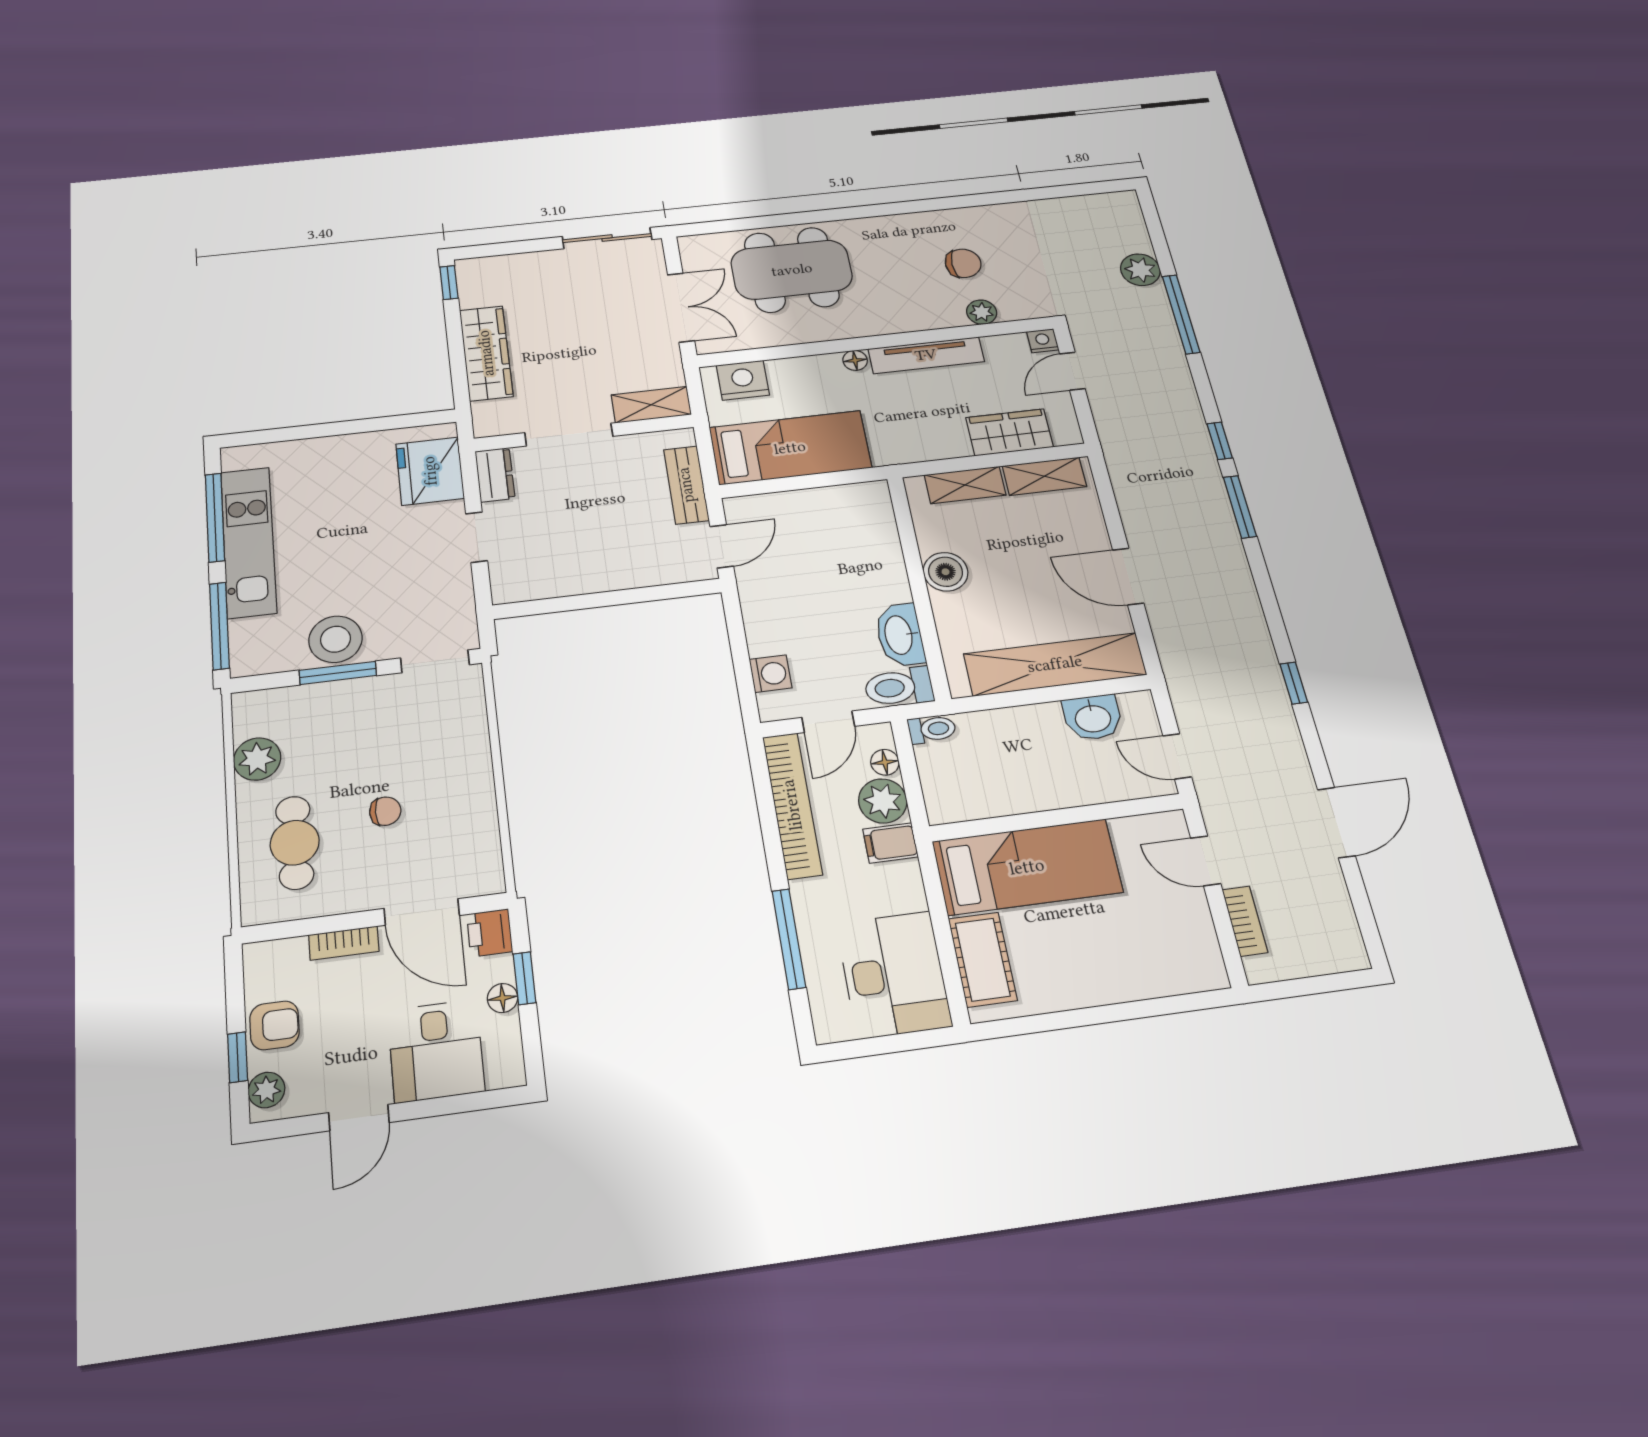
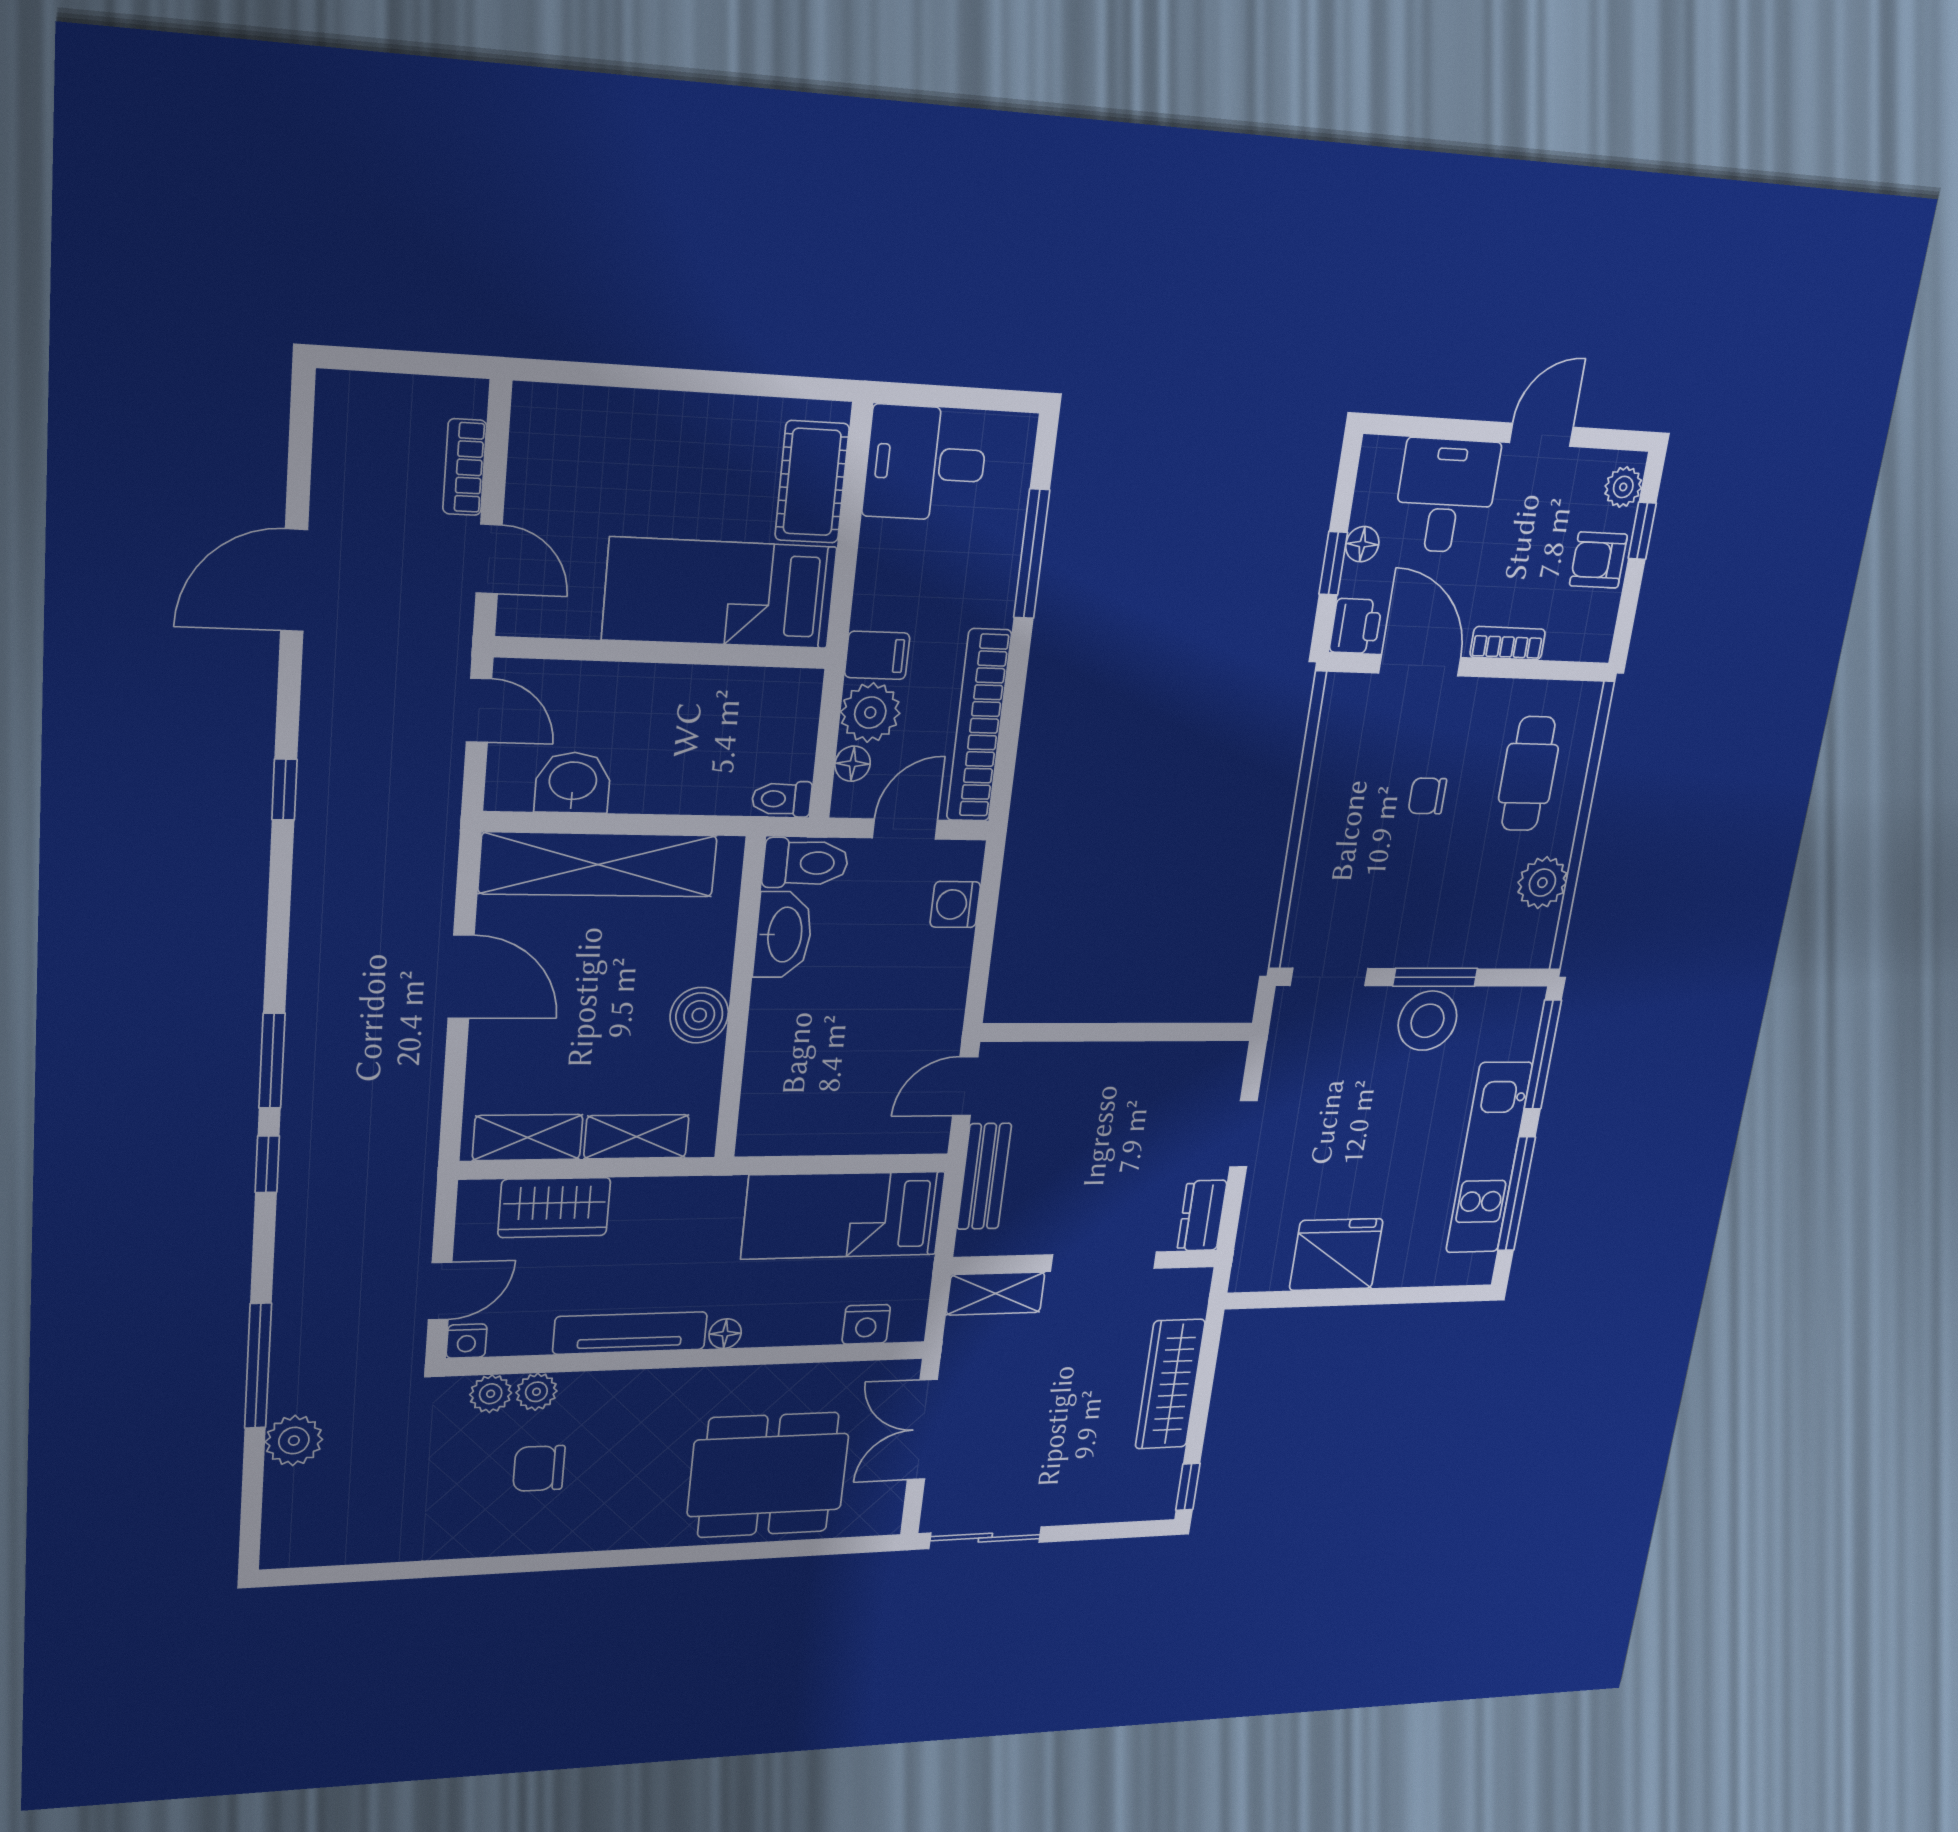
plant: (1014, 308) -> (491, 1394), added
nightstand: (743, 380) -> (866, 1324), width x0.74, depth x0.75
fridge: (430, 471) -> (1336, 1255), moved, turned -90
desk: (894, 975) -> (926, 463), width x0.73

